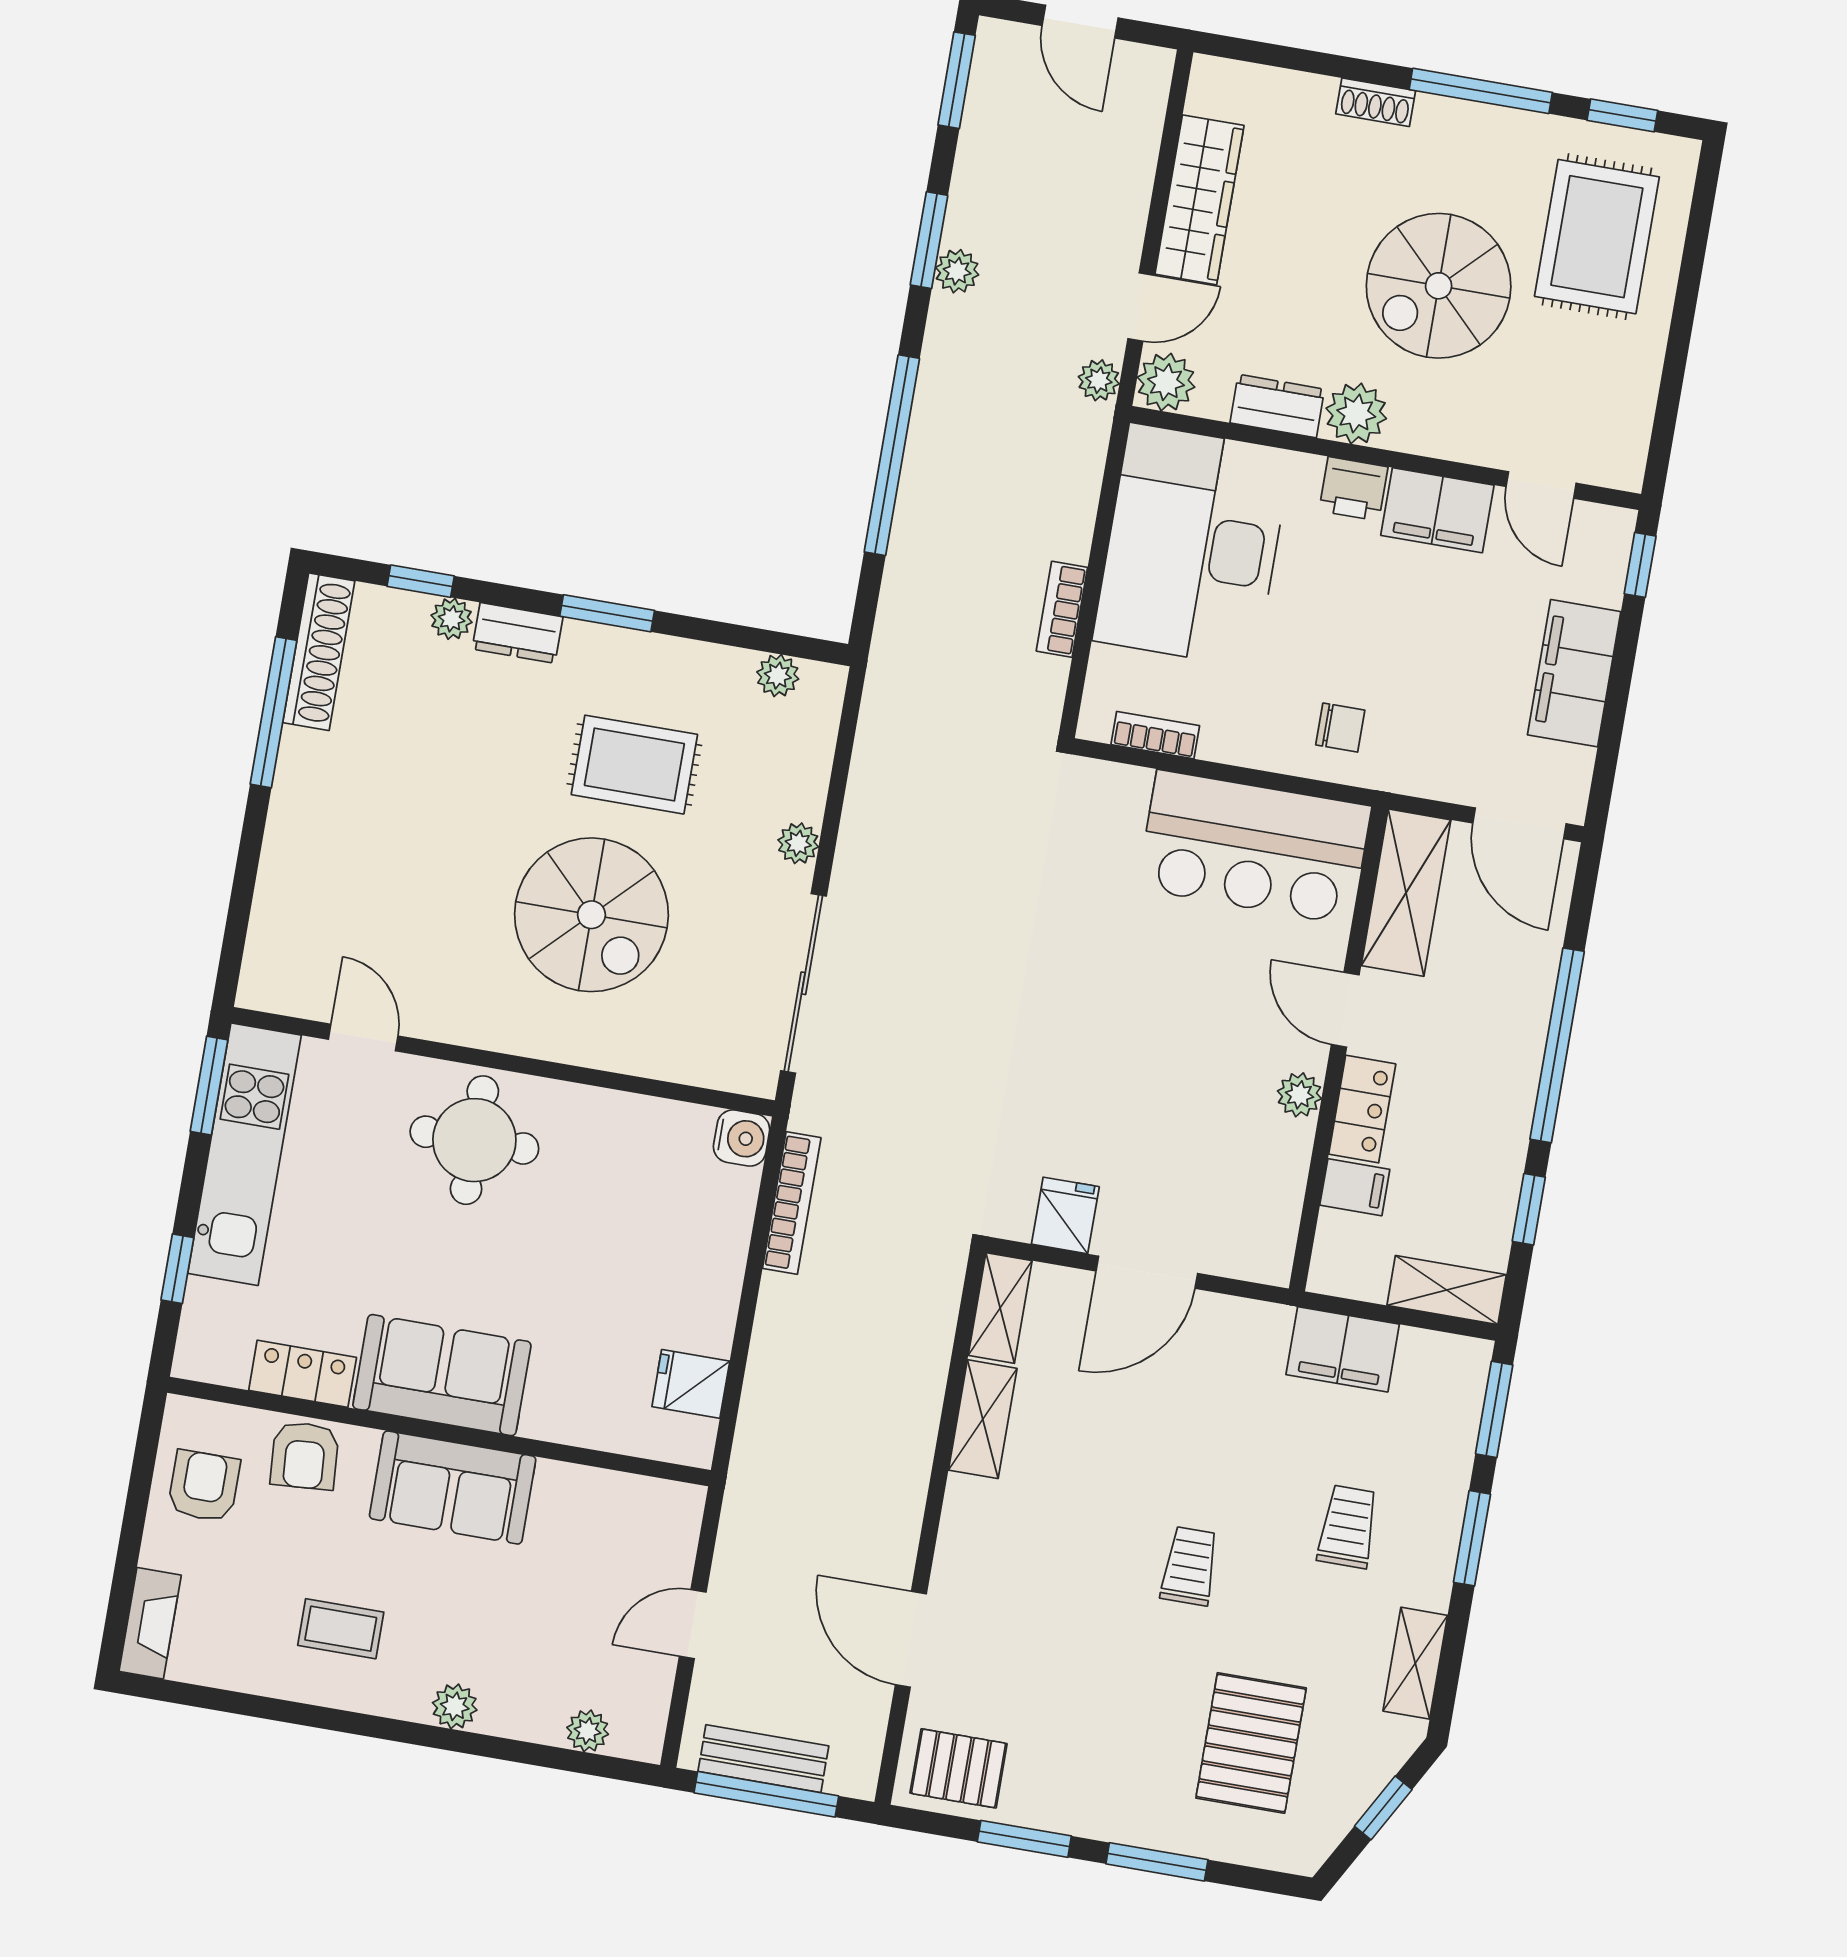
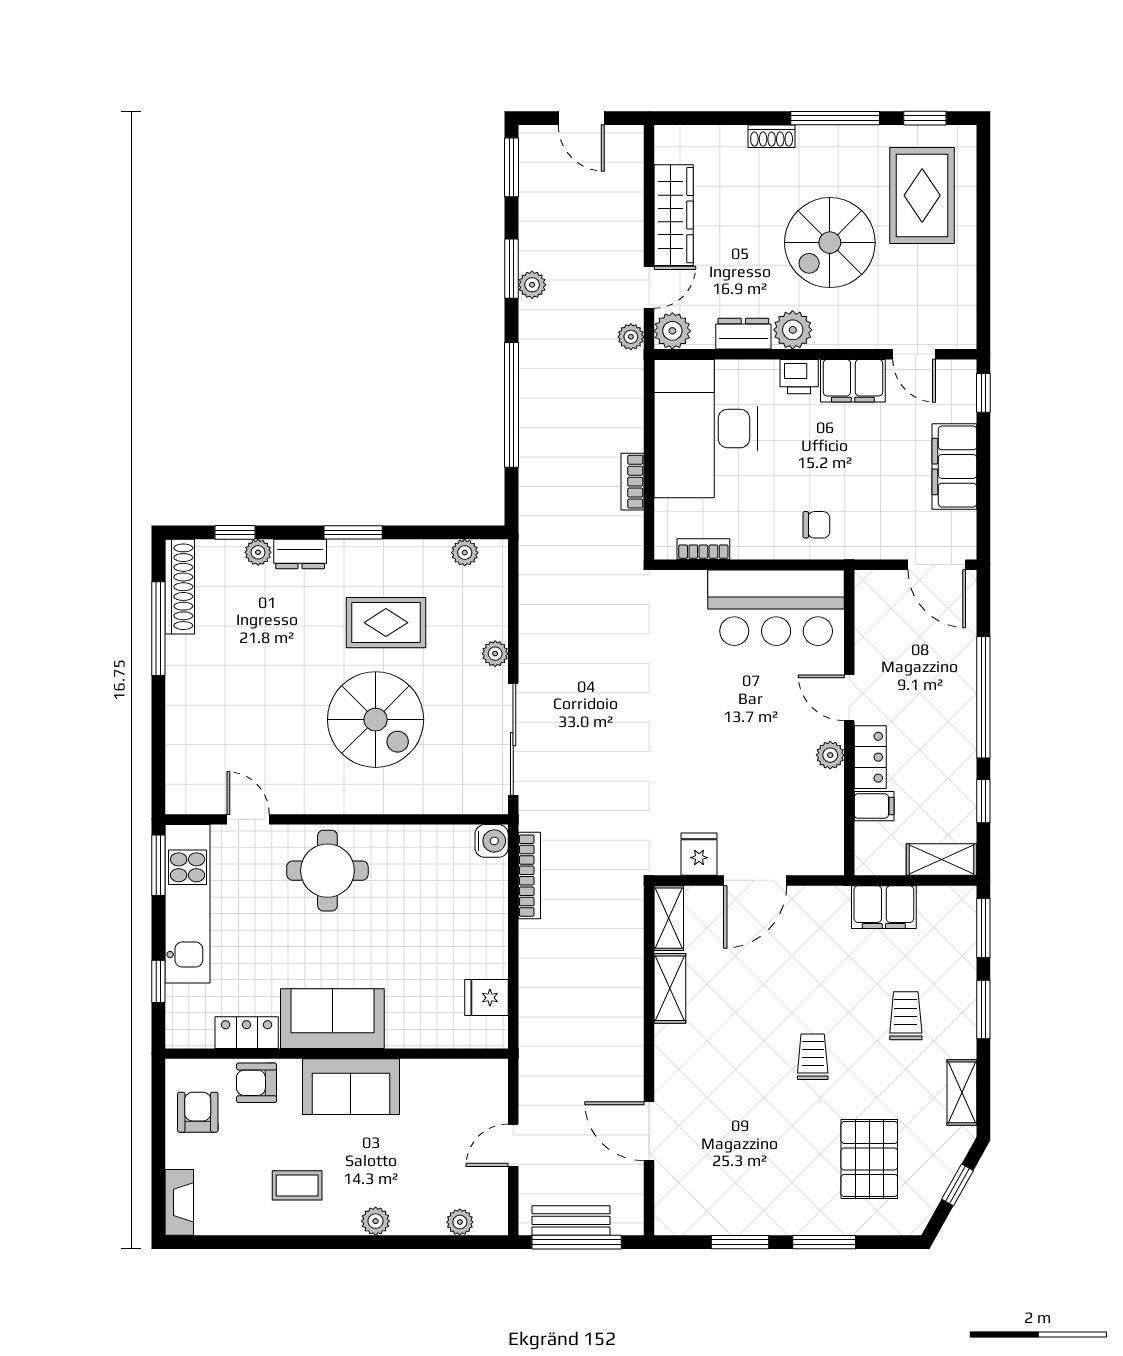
shelving: (1406, 893) -> (874, 619), removed
armchair: (305, 1456) -> (257, 1083), turned 94
pallet: (959, 1768) -> (692, 1206), removed

